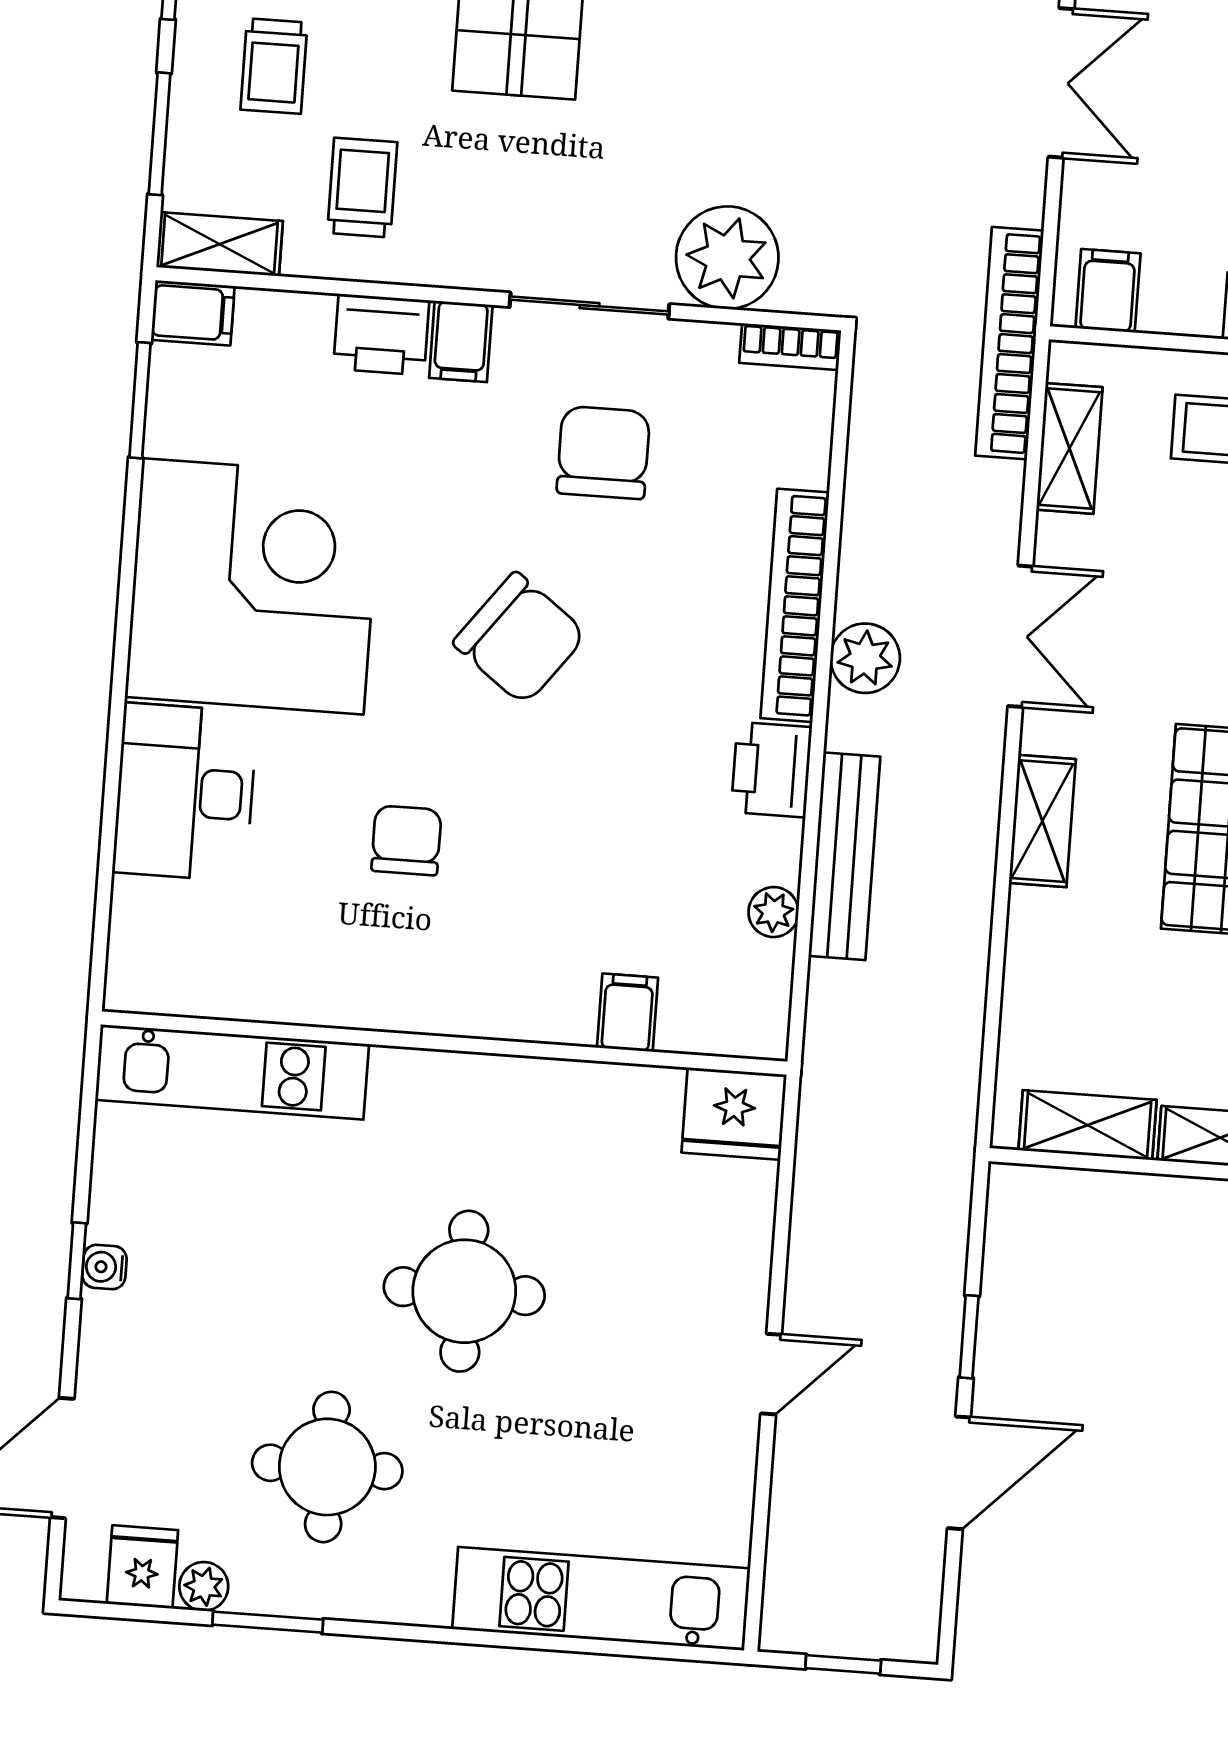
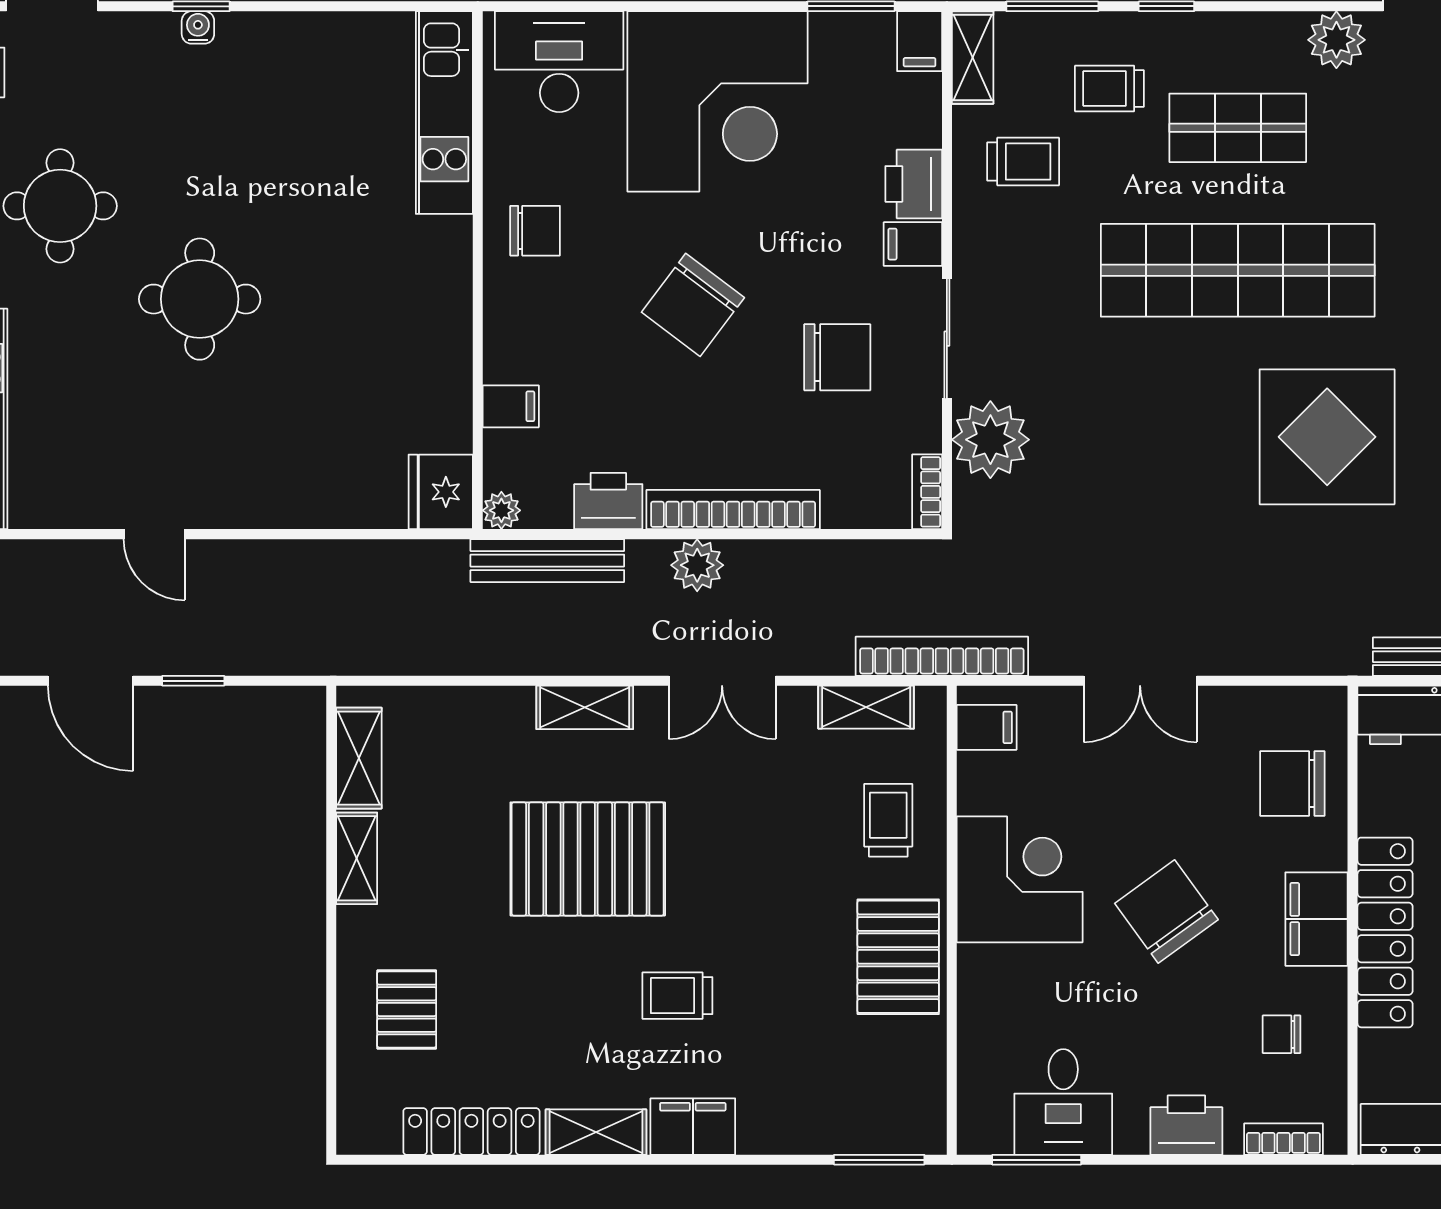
filing cabinet: (627, 1013) -> (511, 406), moved
wall: (444, 1043) -> (478, 270), moved
kitchen unit: (232, 1072) -> (444, 113), moved
fridge: (734, 1114) -> (441, 492), moved

